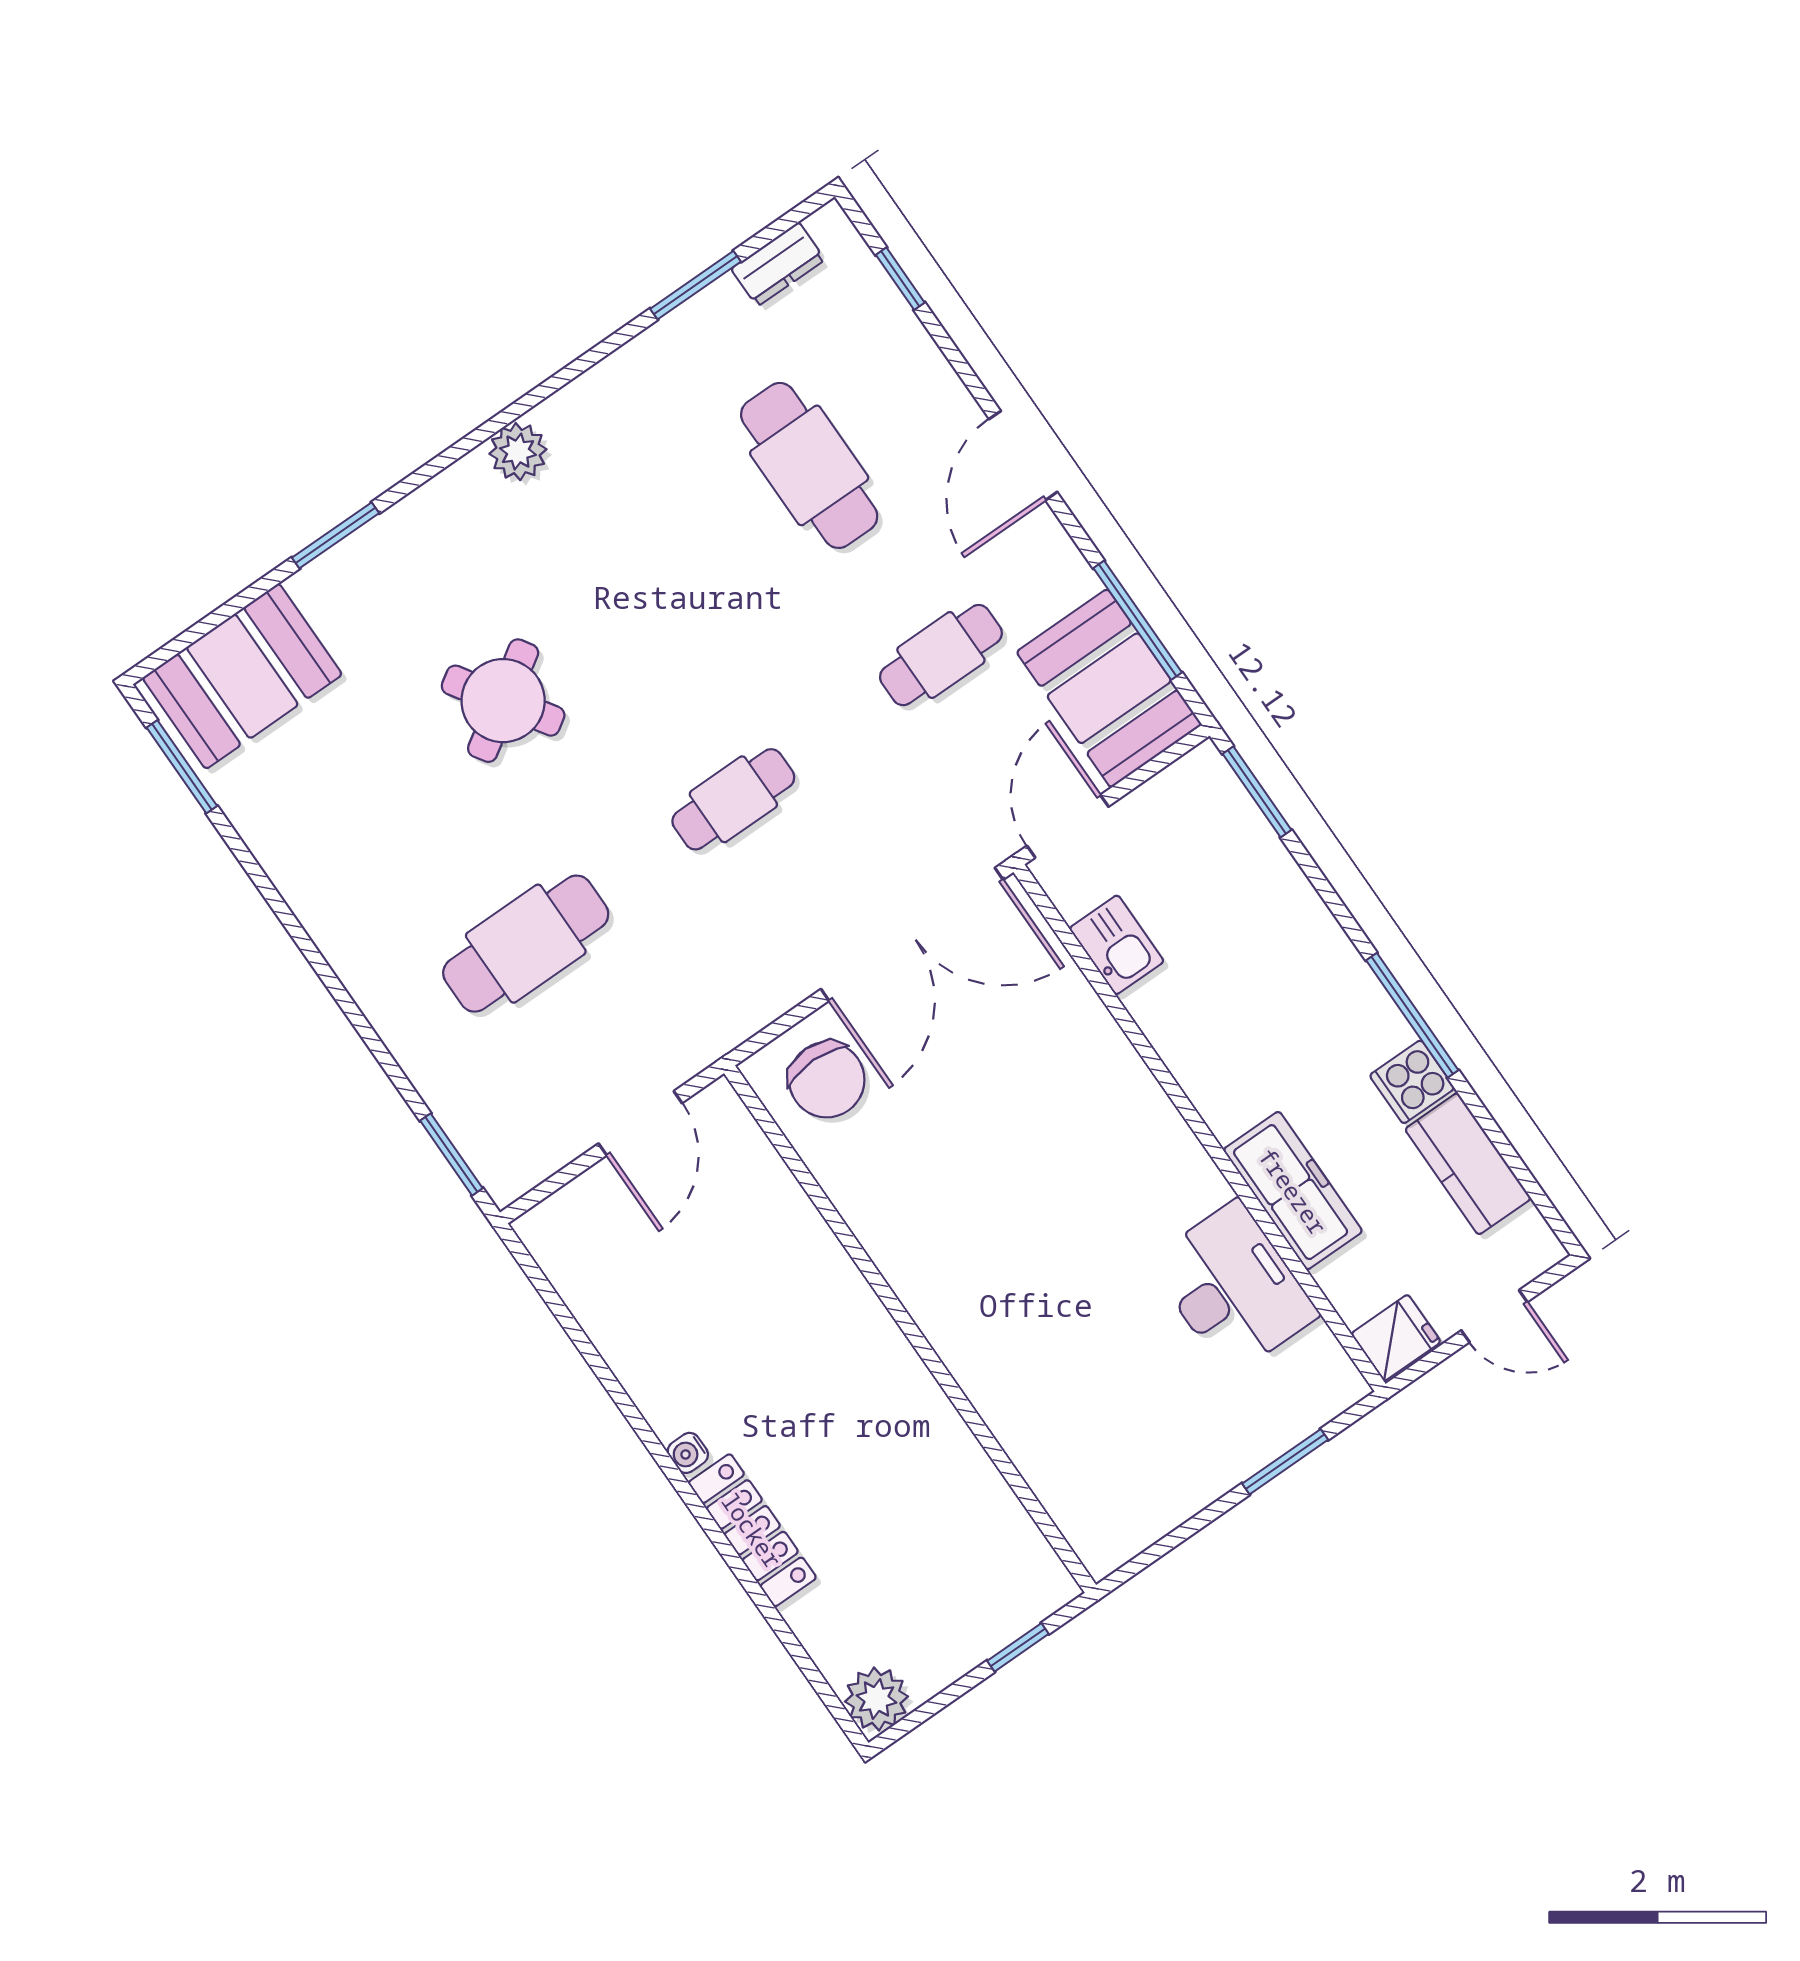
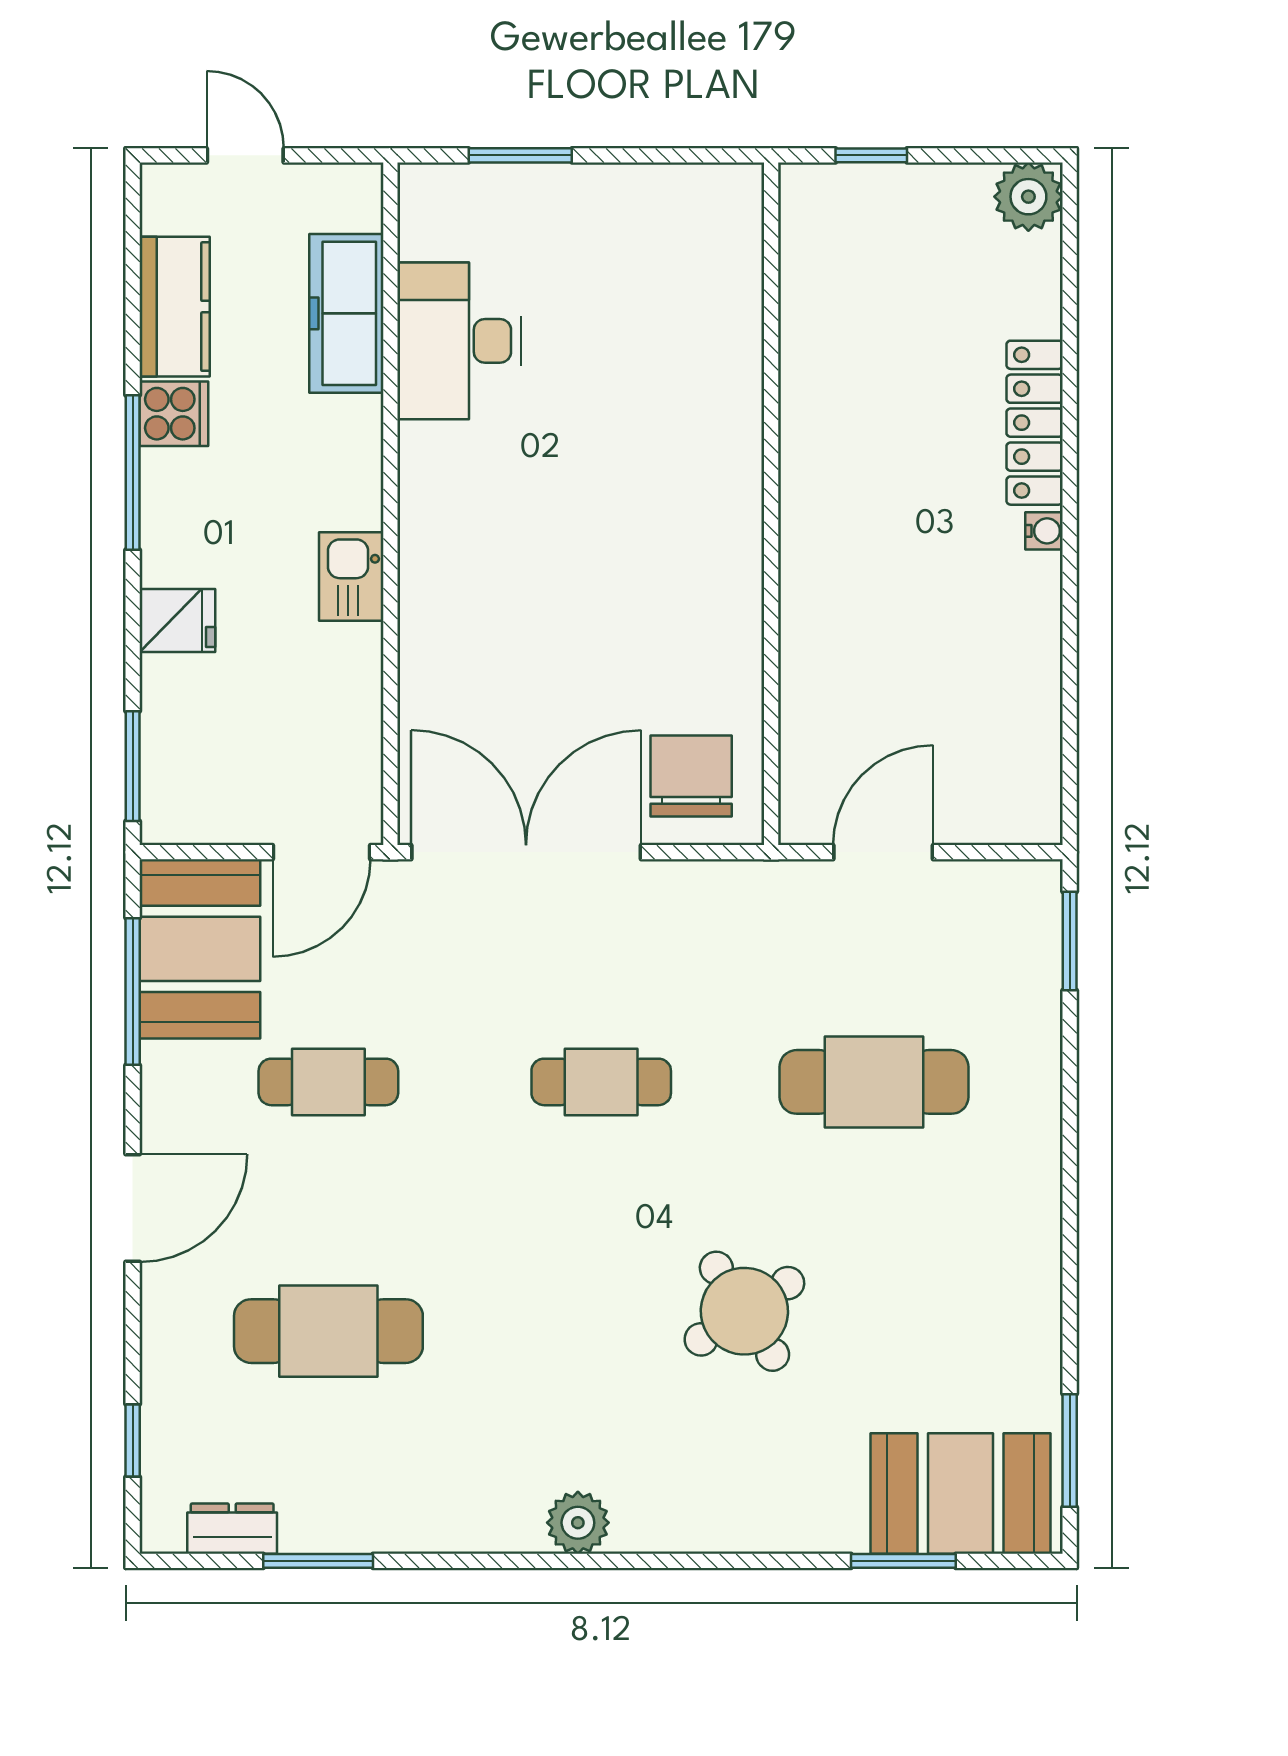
cafe table: (809, 465) -> (328, 1331), turned 90
window: (336, 535) -> (903, 1561), moved
kitchen sink: (1117, 945) -> (351, 577), moved
freezer: (1293, 1191) -> (346, 313), moved
fridge: (1396, 1338) -> (177, 621), moved, turned 180

